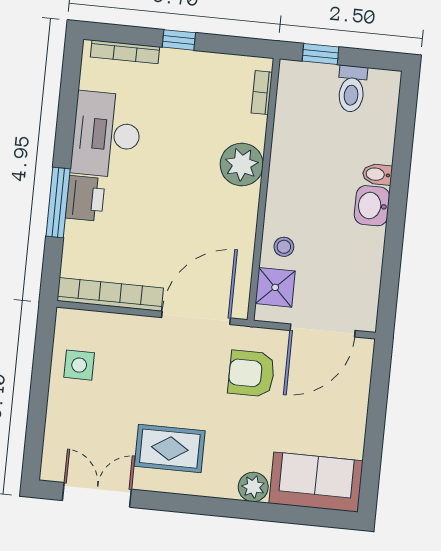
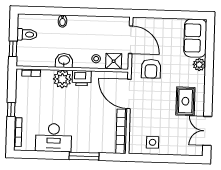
printer: (85, 198) -> (82, 78), moved, turned 180
washbasin: (372, 206) -> (64, 60), moved, turned 180

